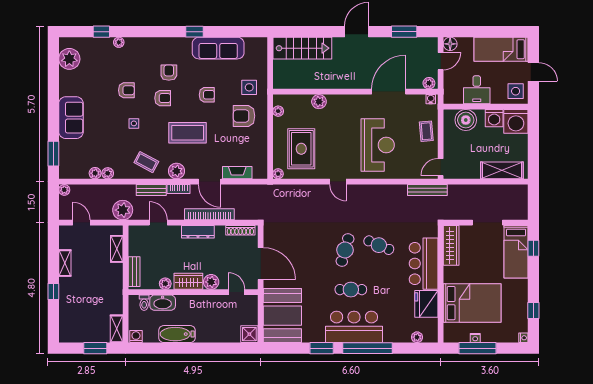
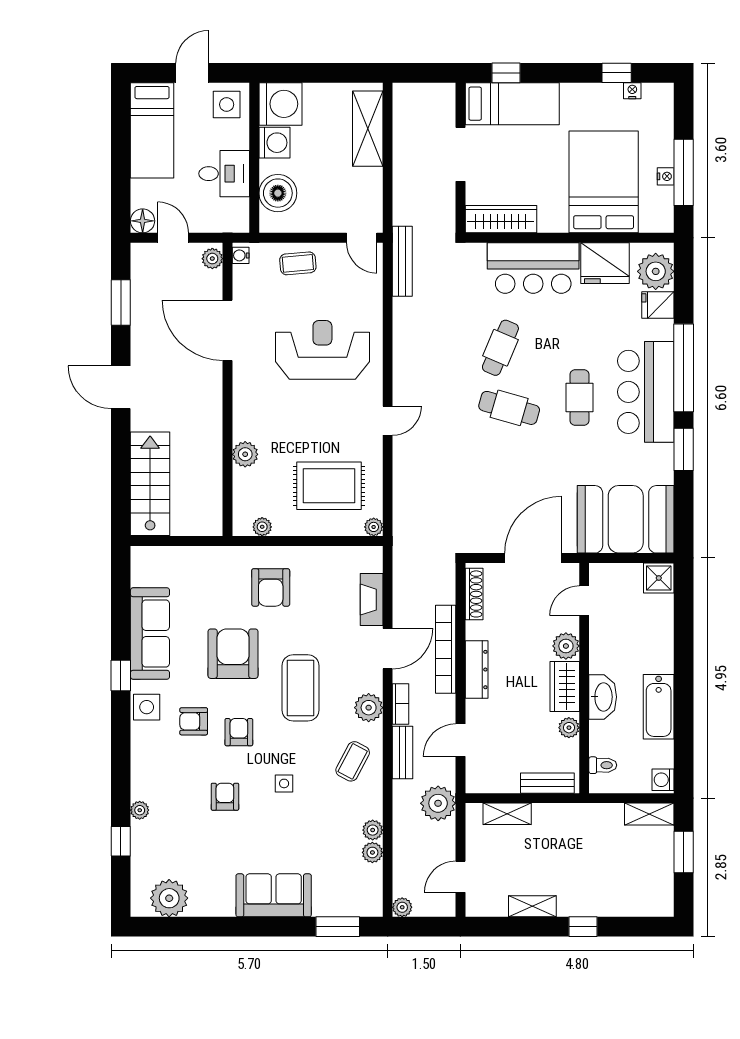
side table: (249, 87) -> (147, 707), moved
armchair: (207, 95) -> (233, 654), width x1.88, depth x1.88
washbasin: (163, 303) -> (603, 697), moved
fridge: (403, 334) -> (658, 305), added
plant: (417, 337) -> (656, 271), width x1.87, depth x1.87
nightstand: (523, 338) -> (632, 91), moved

